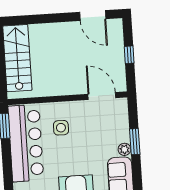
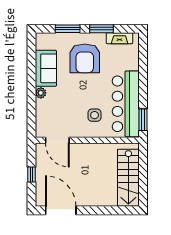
door: (93, 16) -> (61, 210), width x1.36
window: (135, 142) -> (31, 99), removed

